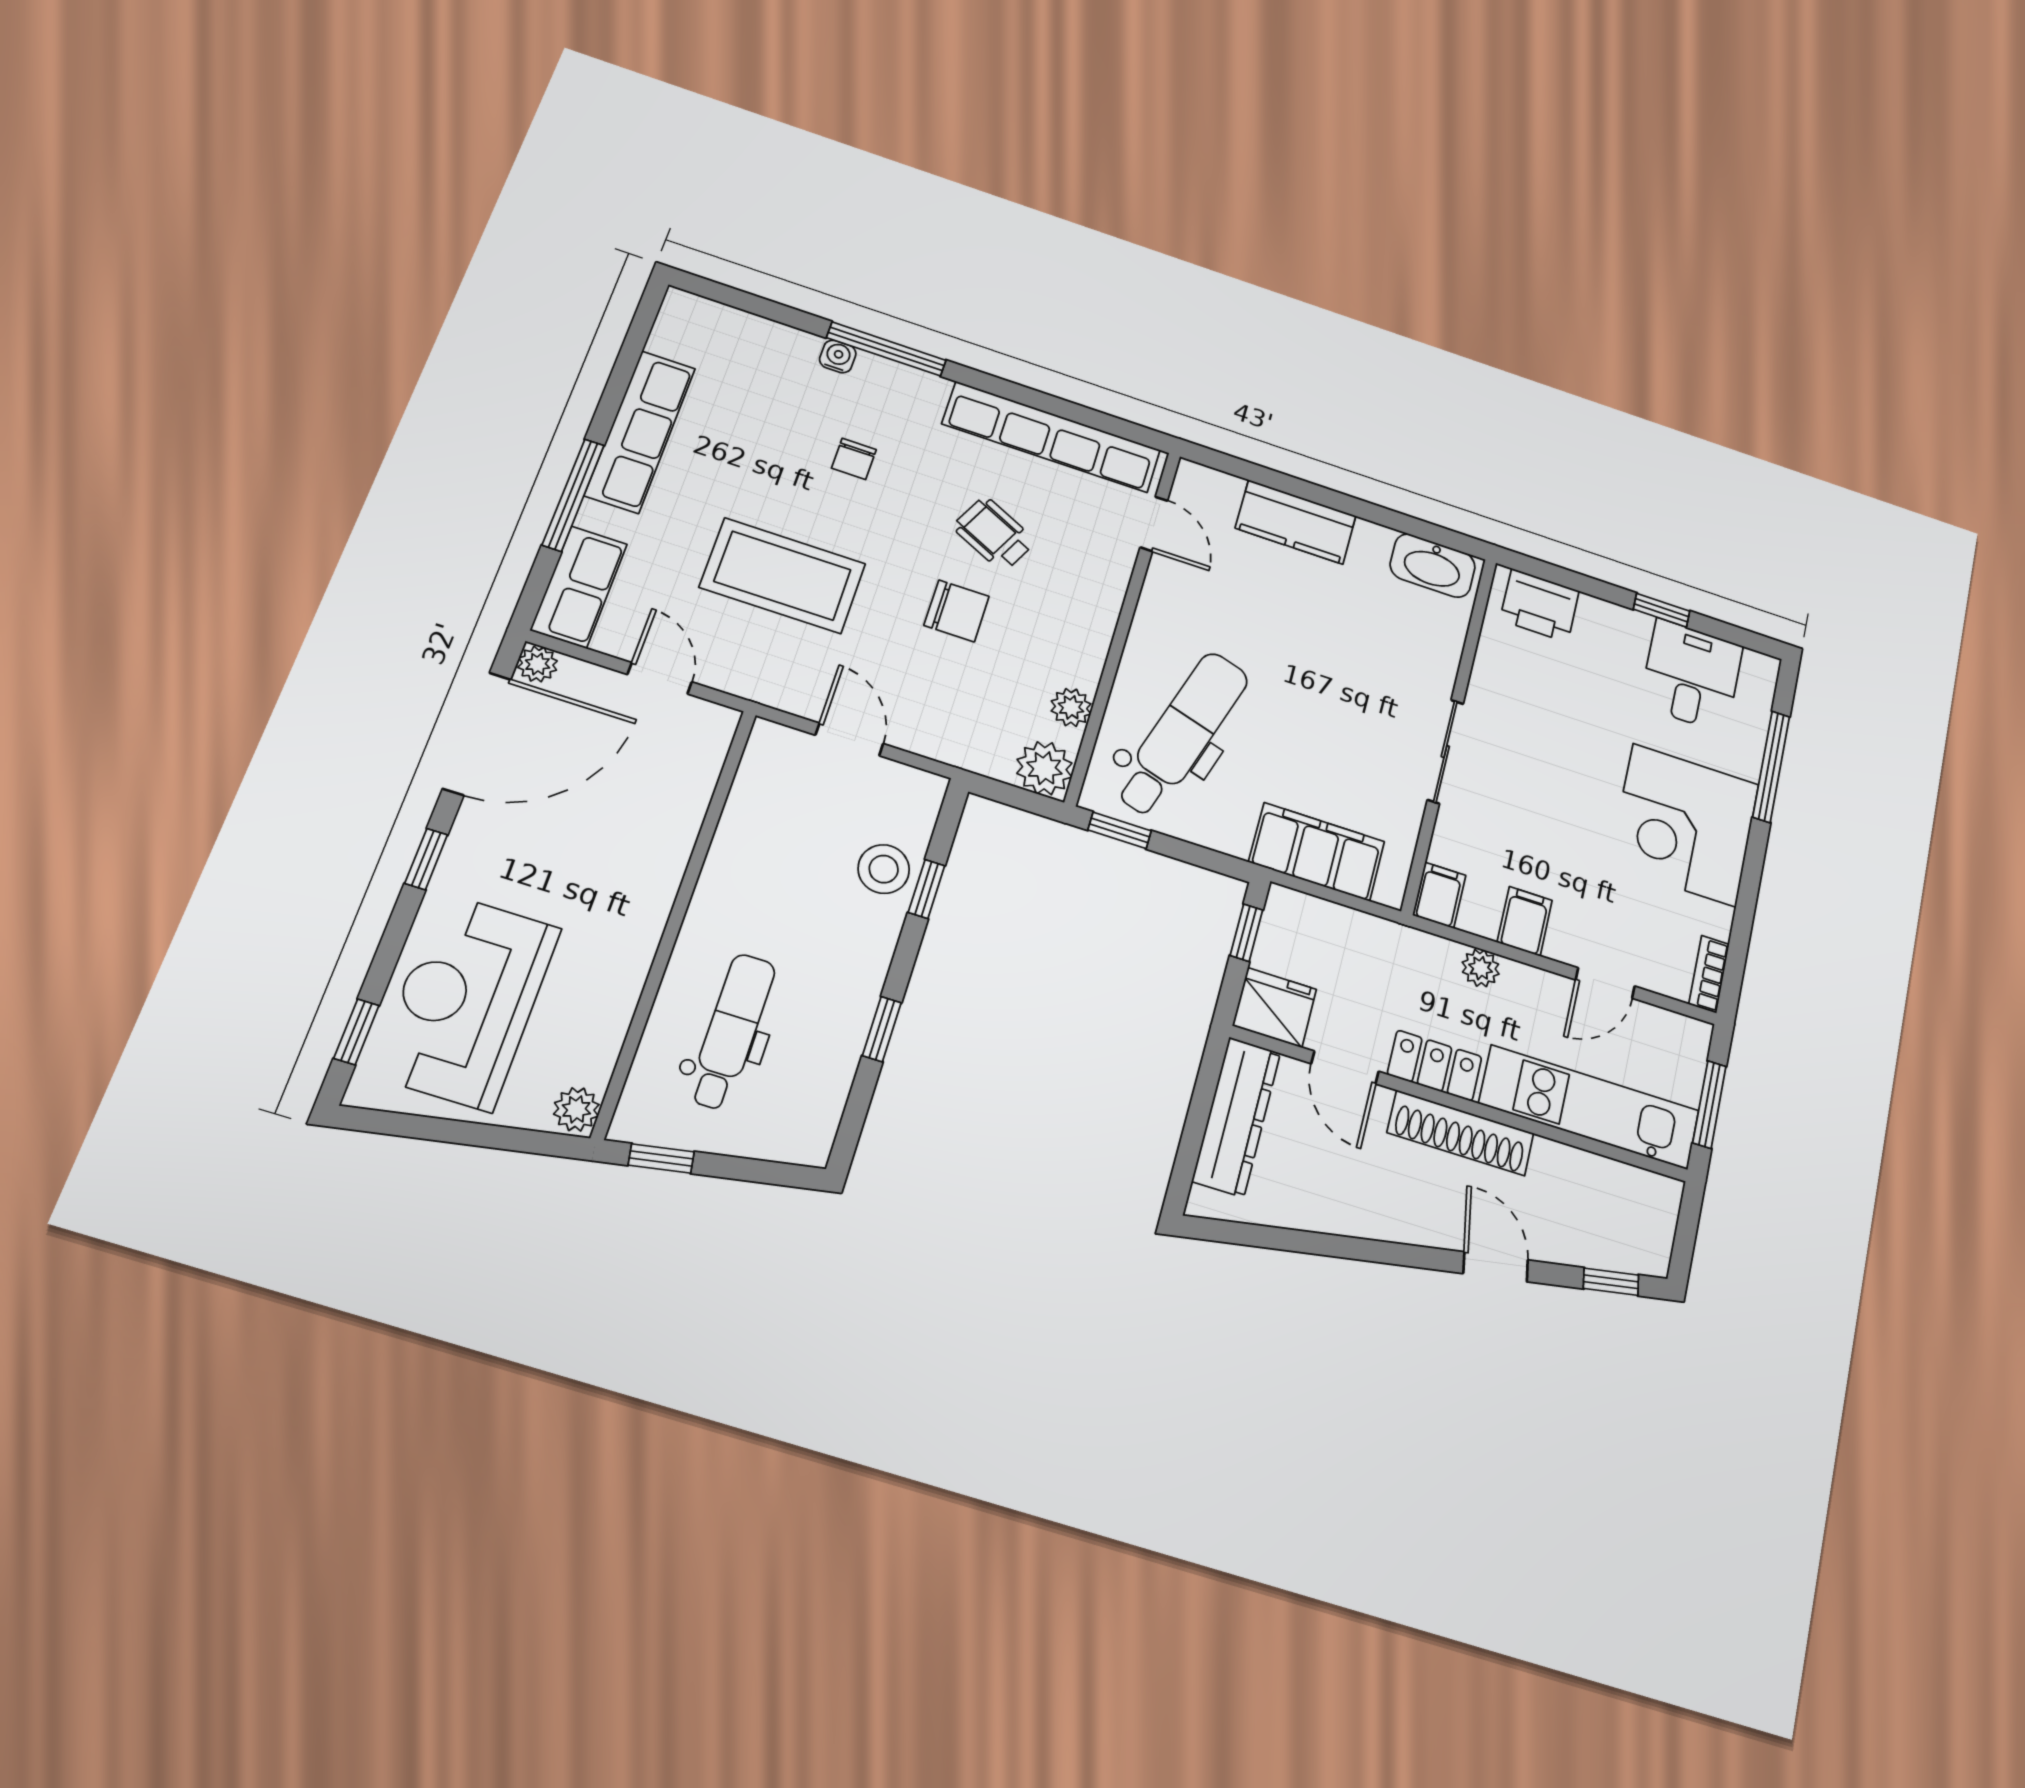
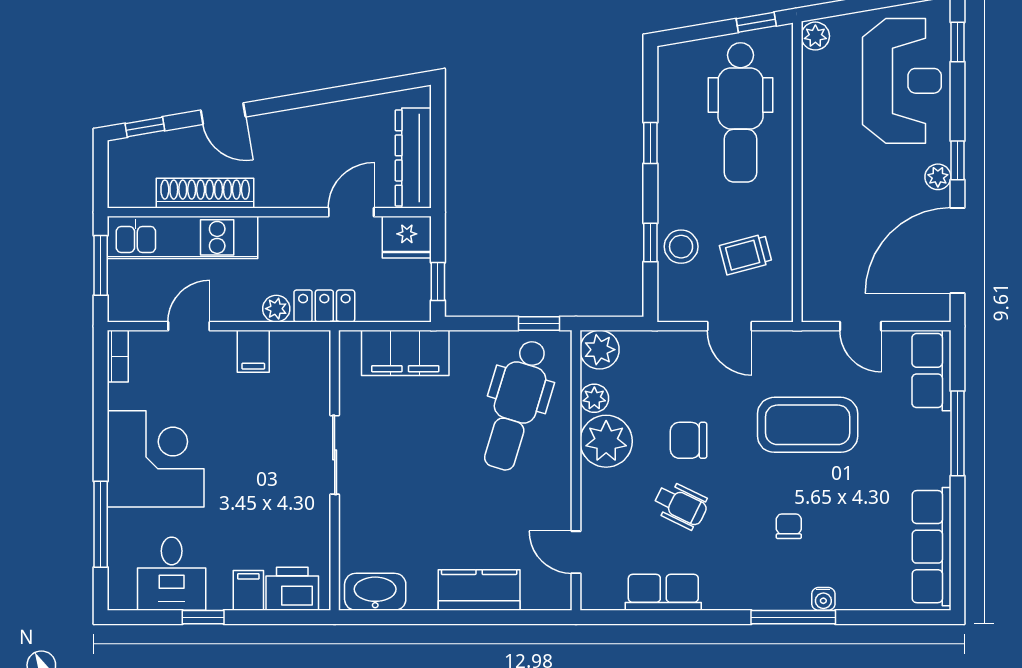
row of seats: (640, 431) -> (932, 547), moved
row of seats: (1052, 437) -> (663, 592), width x0.50
plant: (1071, 647) -> (606, 441), added
plant: (538, 664) -> (938, 177), moved
trolley: (793, 828) -> (746, 254), added
filing cabinet: (1439, 895) -> (248, 590), moved, turned 180
dental chair: (732, 1031) -> (741, 112), width x1.36, depth x1.38
locker: (1435, 1066) -> (324, 306), moved, turned 180
door: (1345, 1068) -> (351, 212), hinge flipped
shoe rack: (1461, 1133) -> (205, 193), moved

